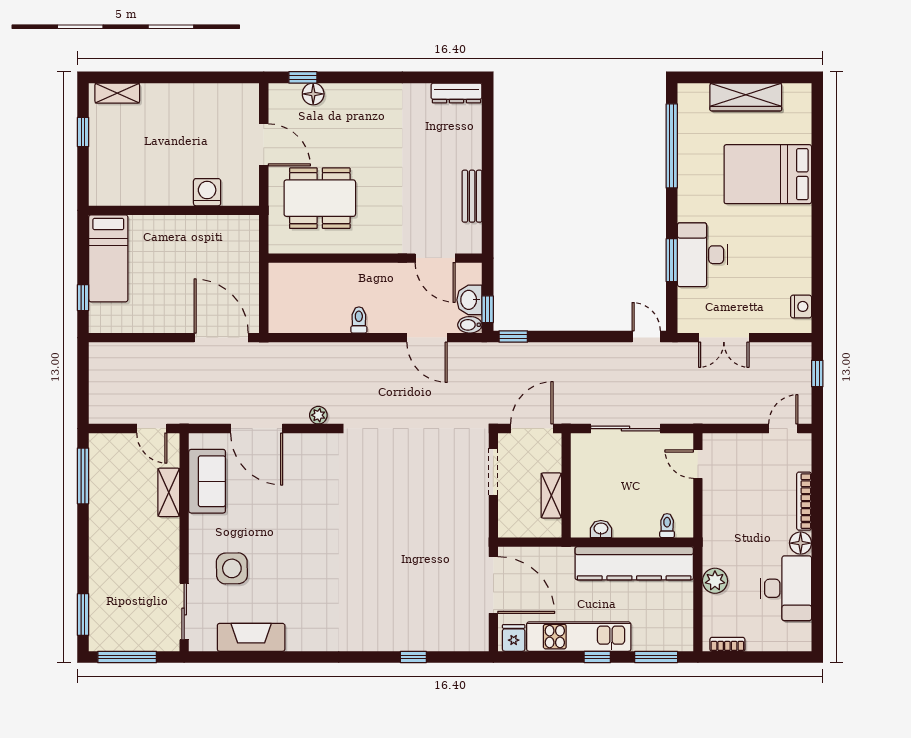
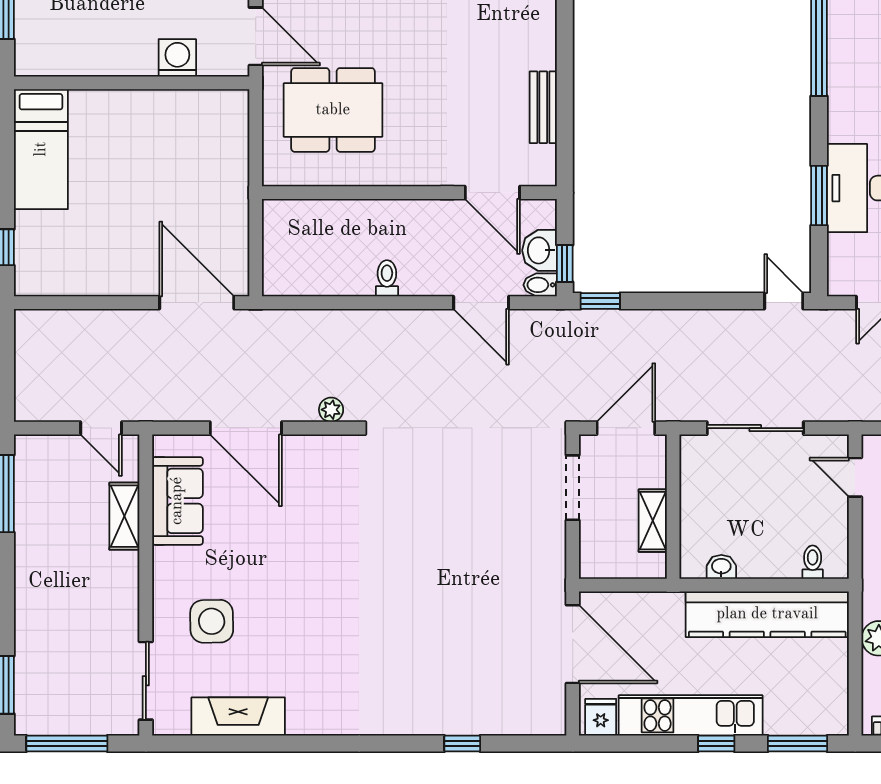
washing machine: (207, 192) -> (177, 58), moved
wall: (174, 210) -> (132, 83), moved
bed: (108, 258) -> (41, 149), moved

